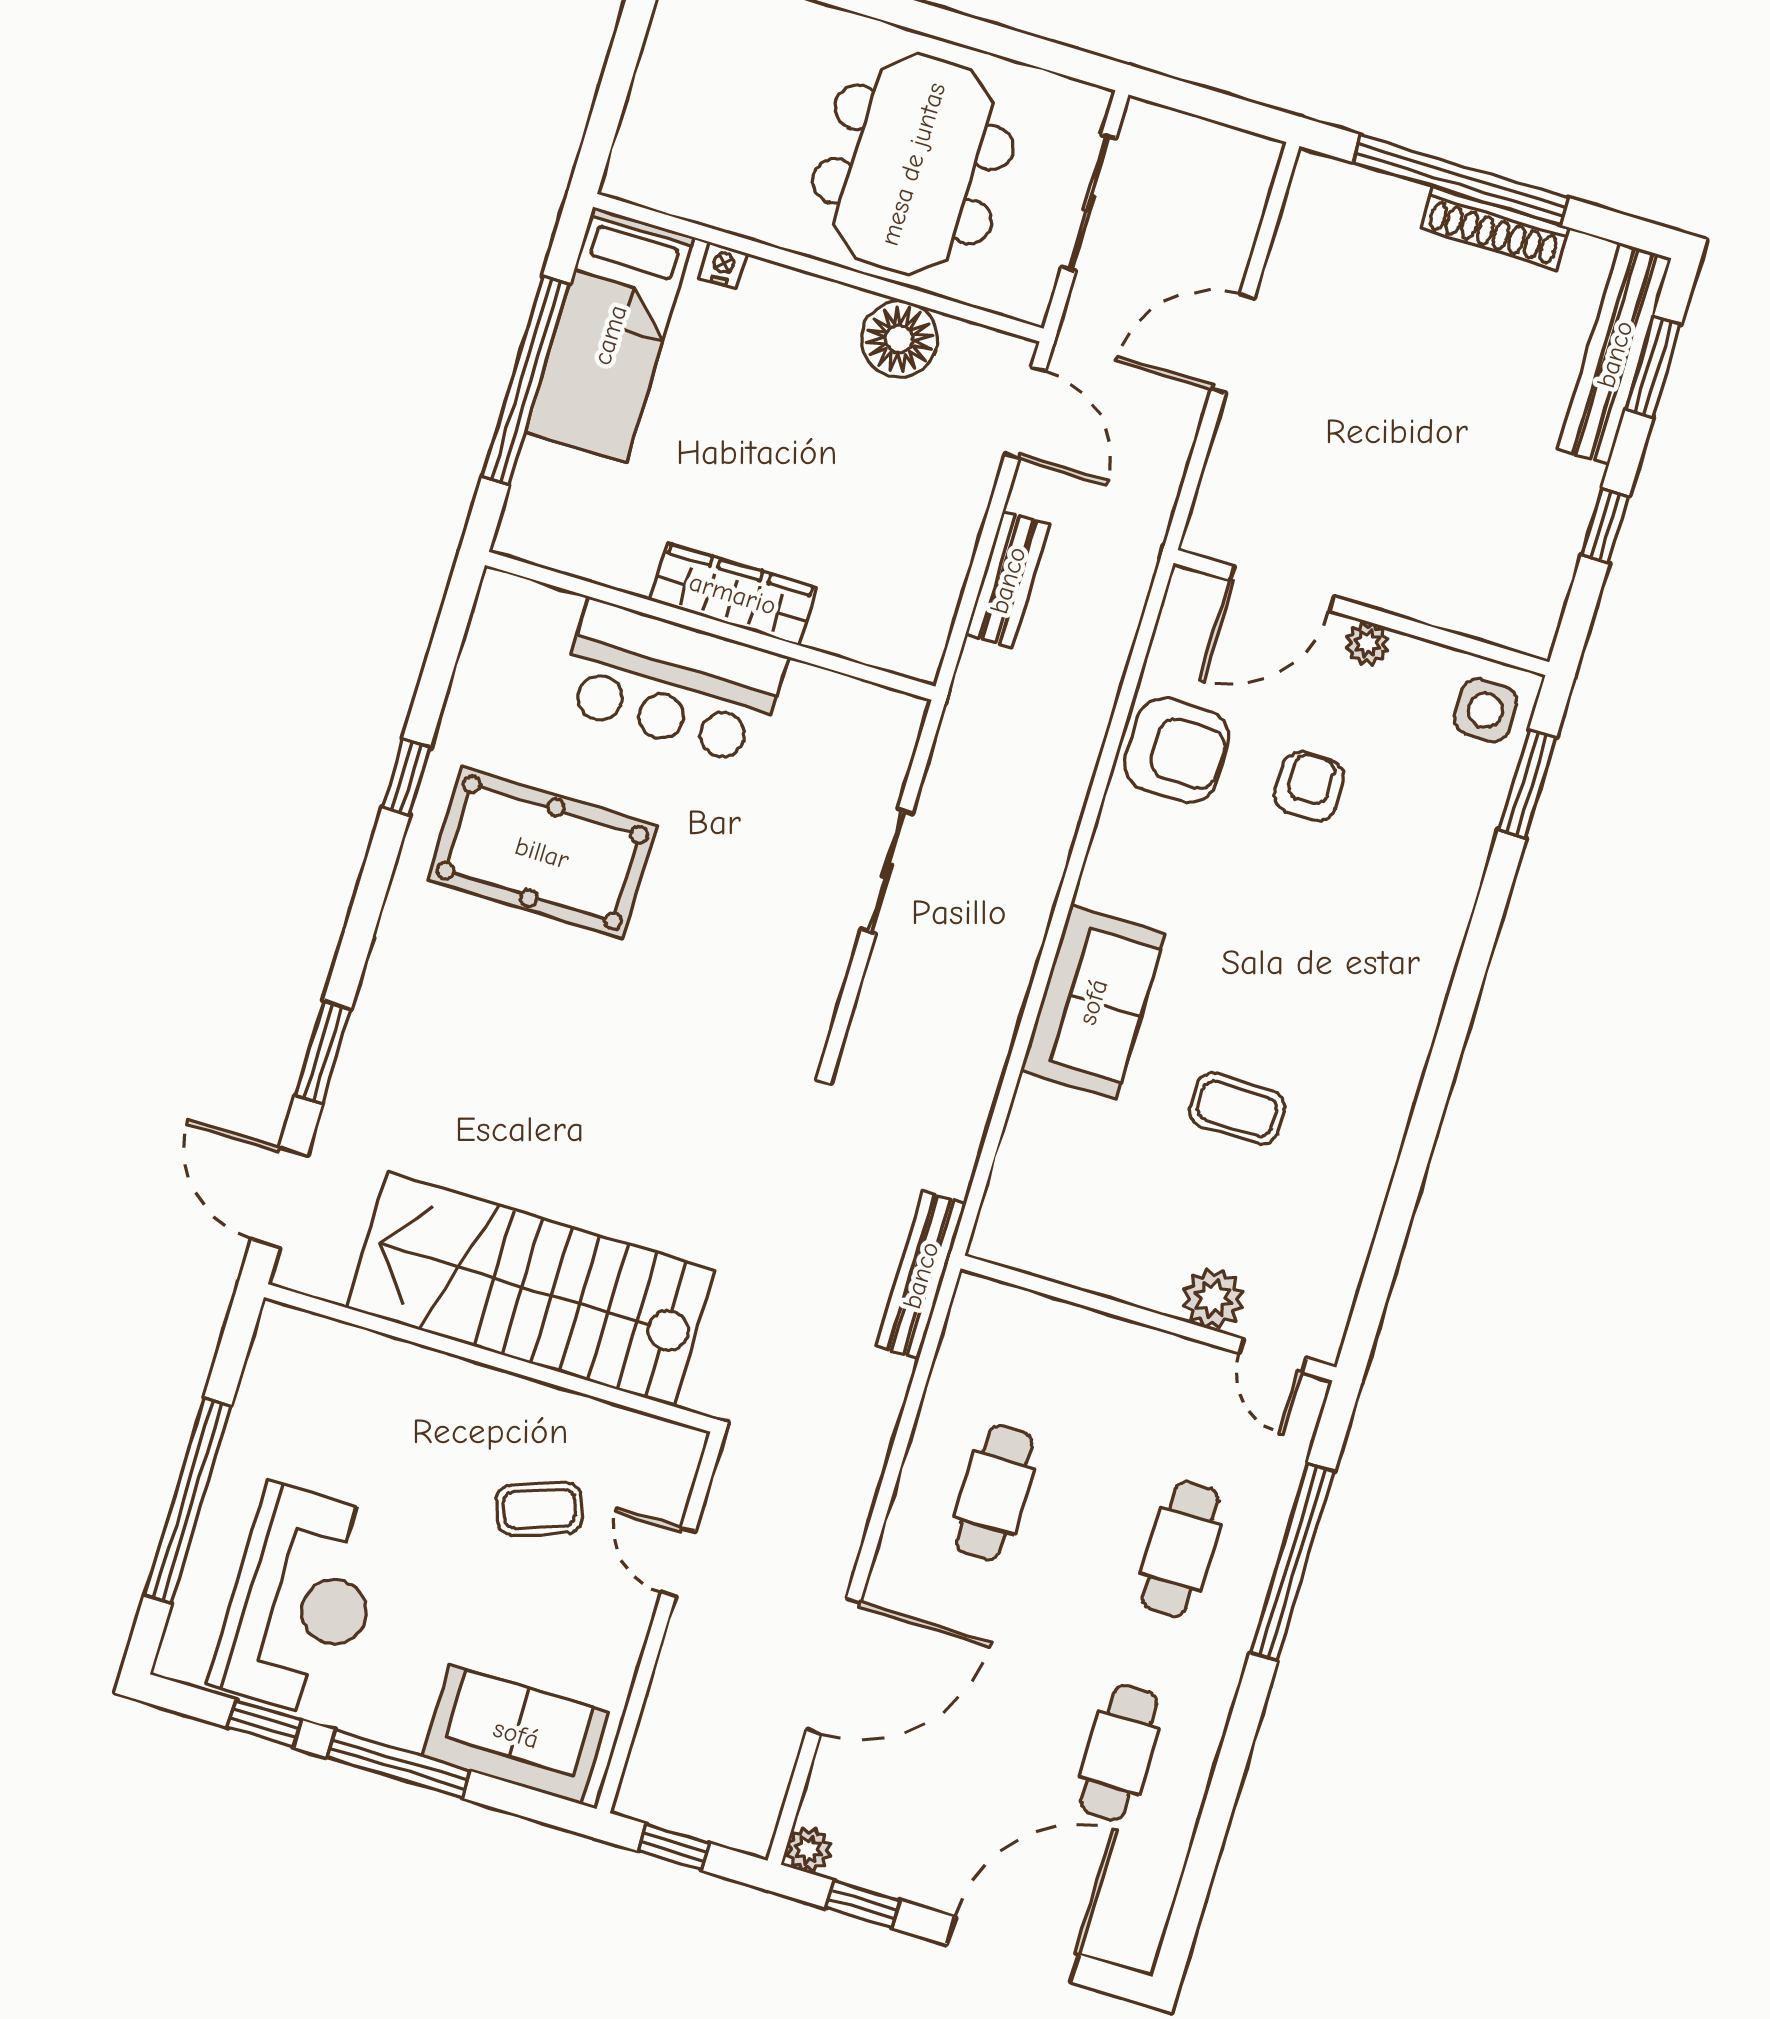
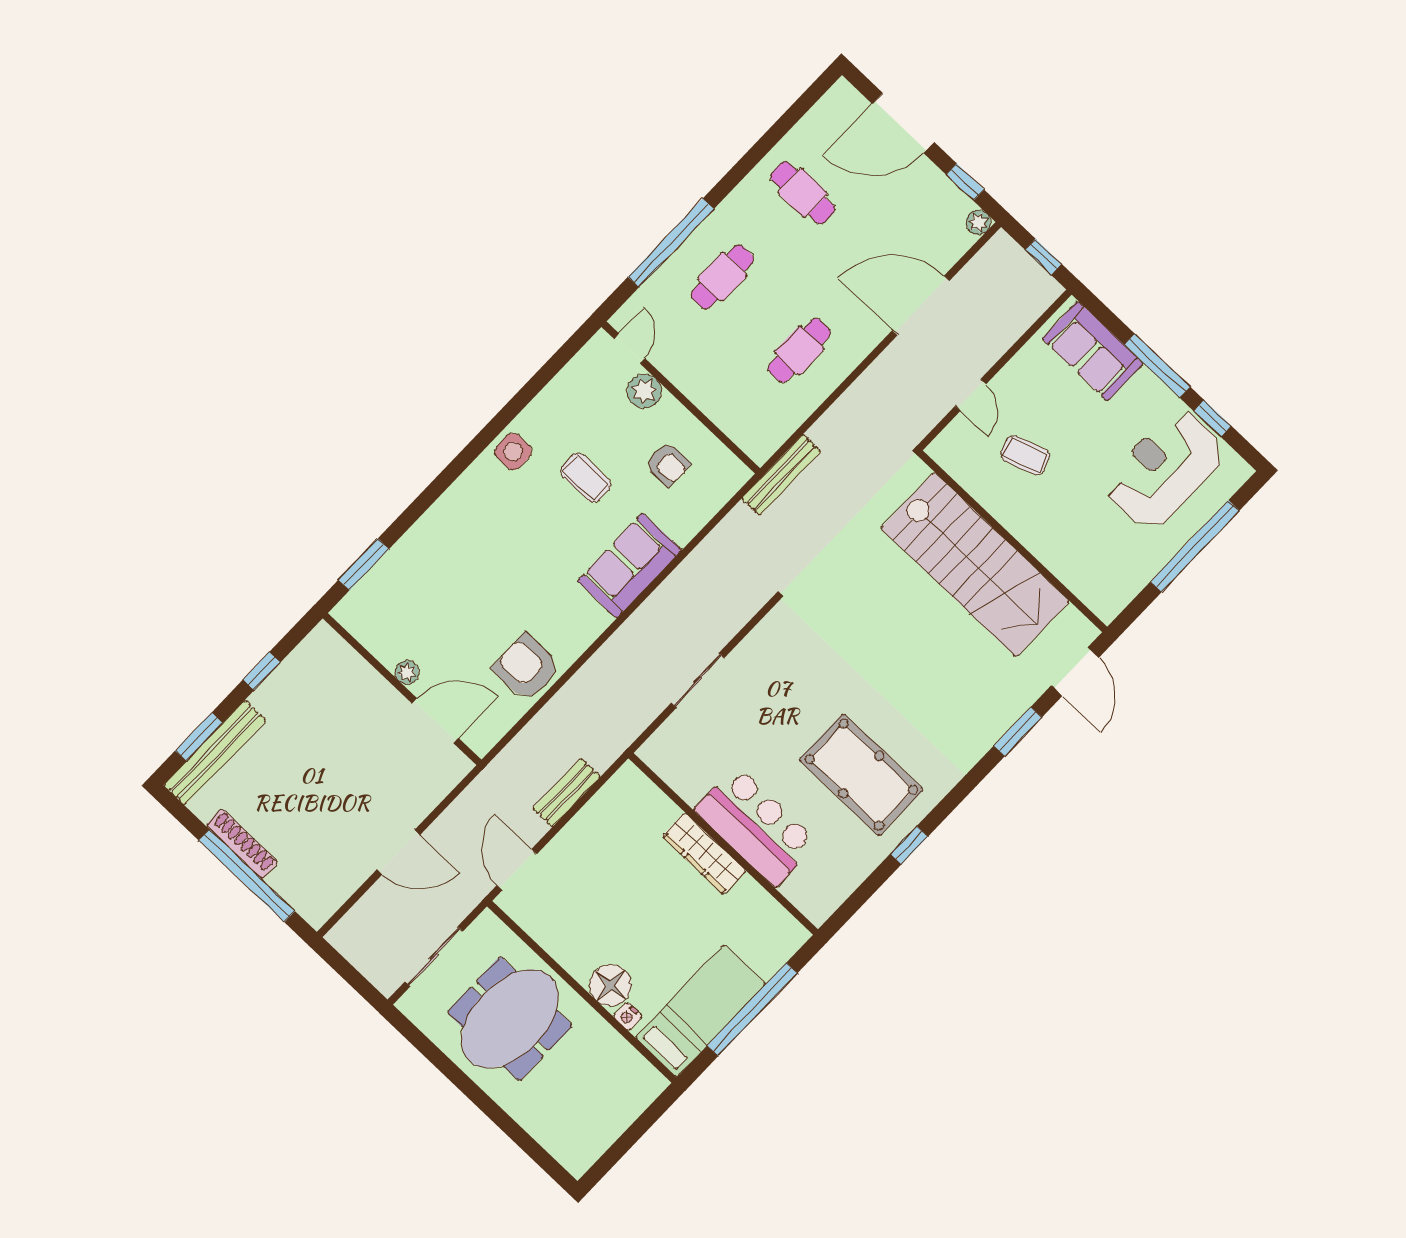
floor lamp: (899, 339) -> (610, 985), moved
side table: (1485, 710) -> (513, 452), moved
armchair: (1309, 786) -> (668, 464), moved, turned -90
cafe table: (1119, 1752) -> (803, 193), turned 90

